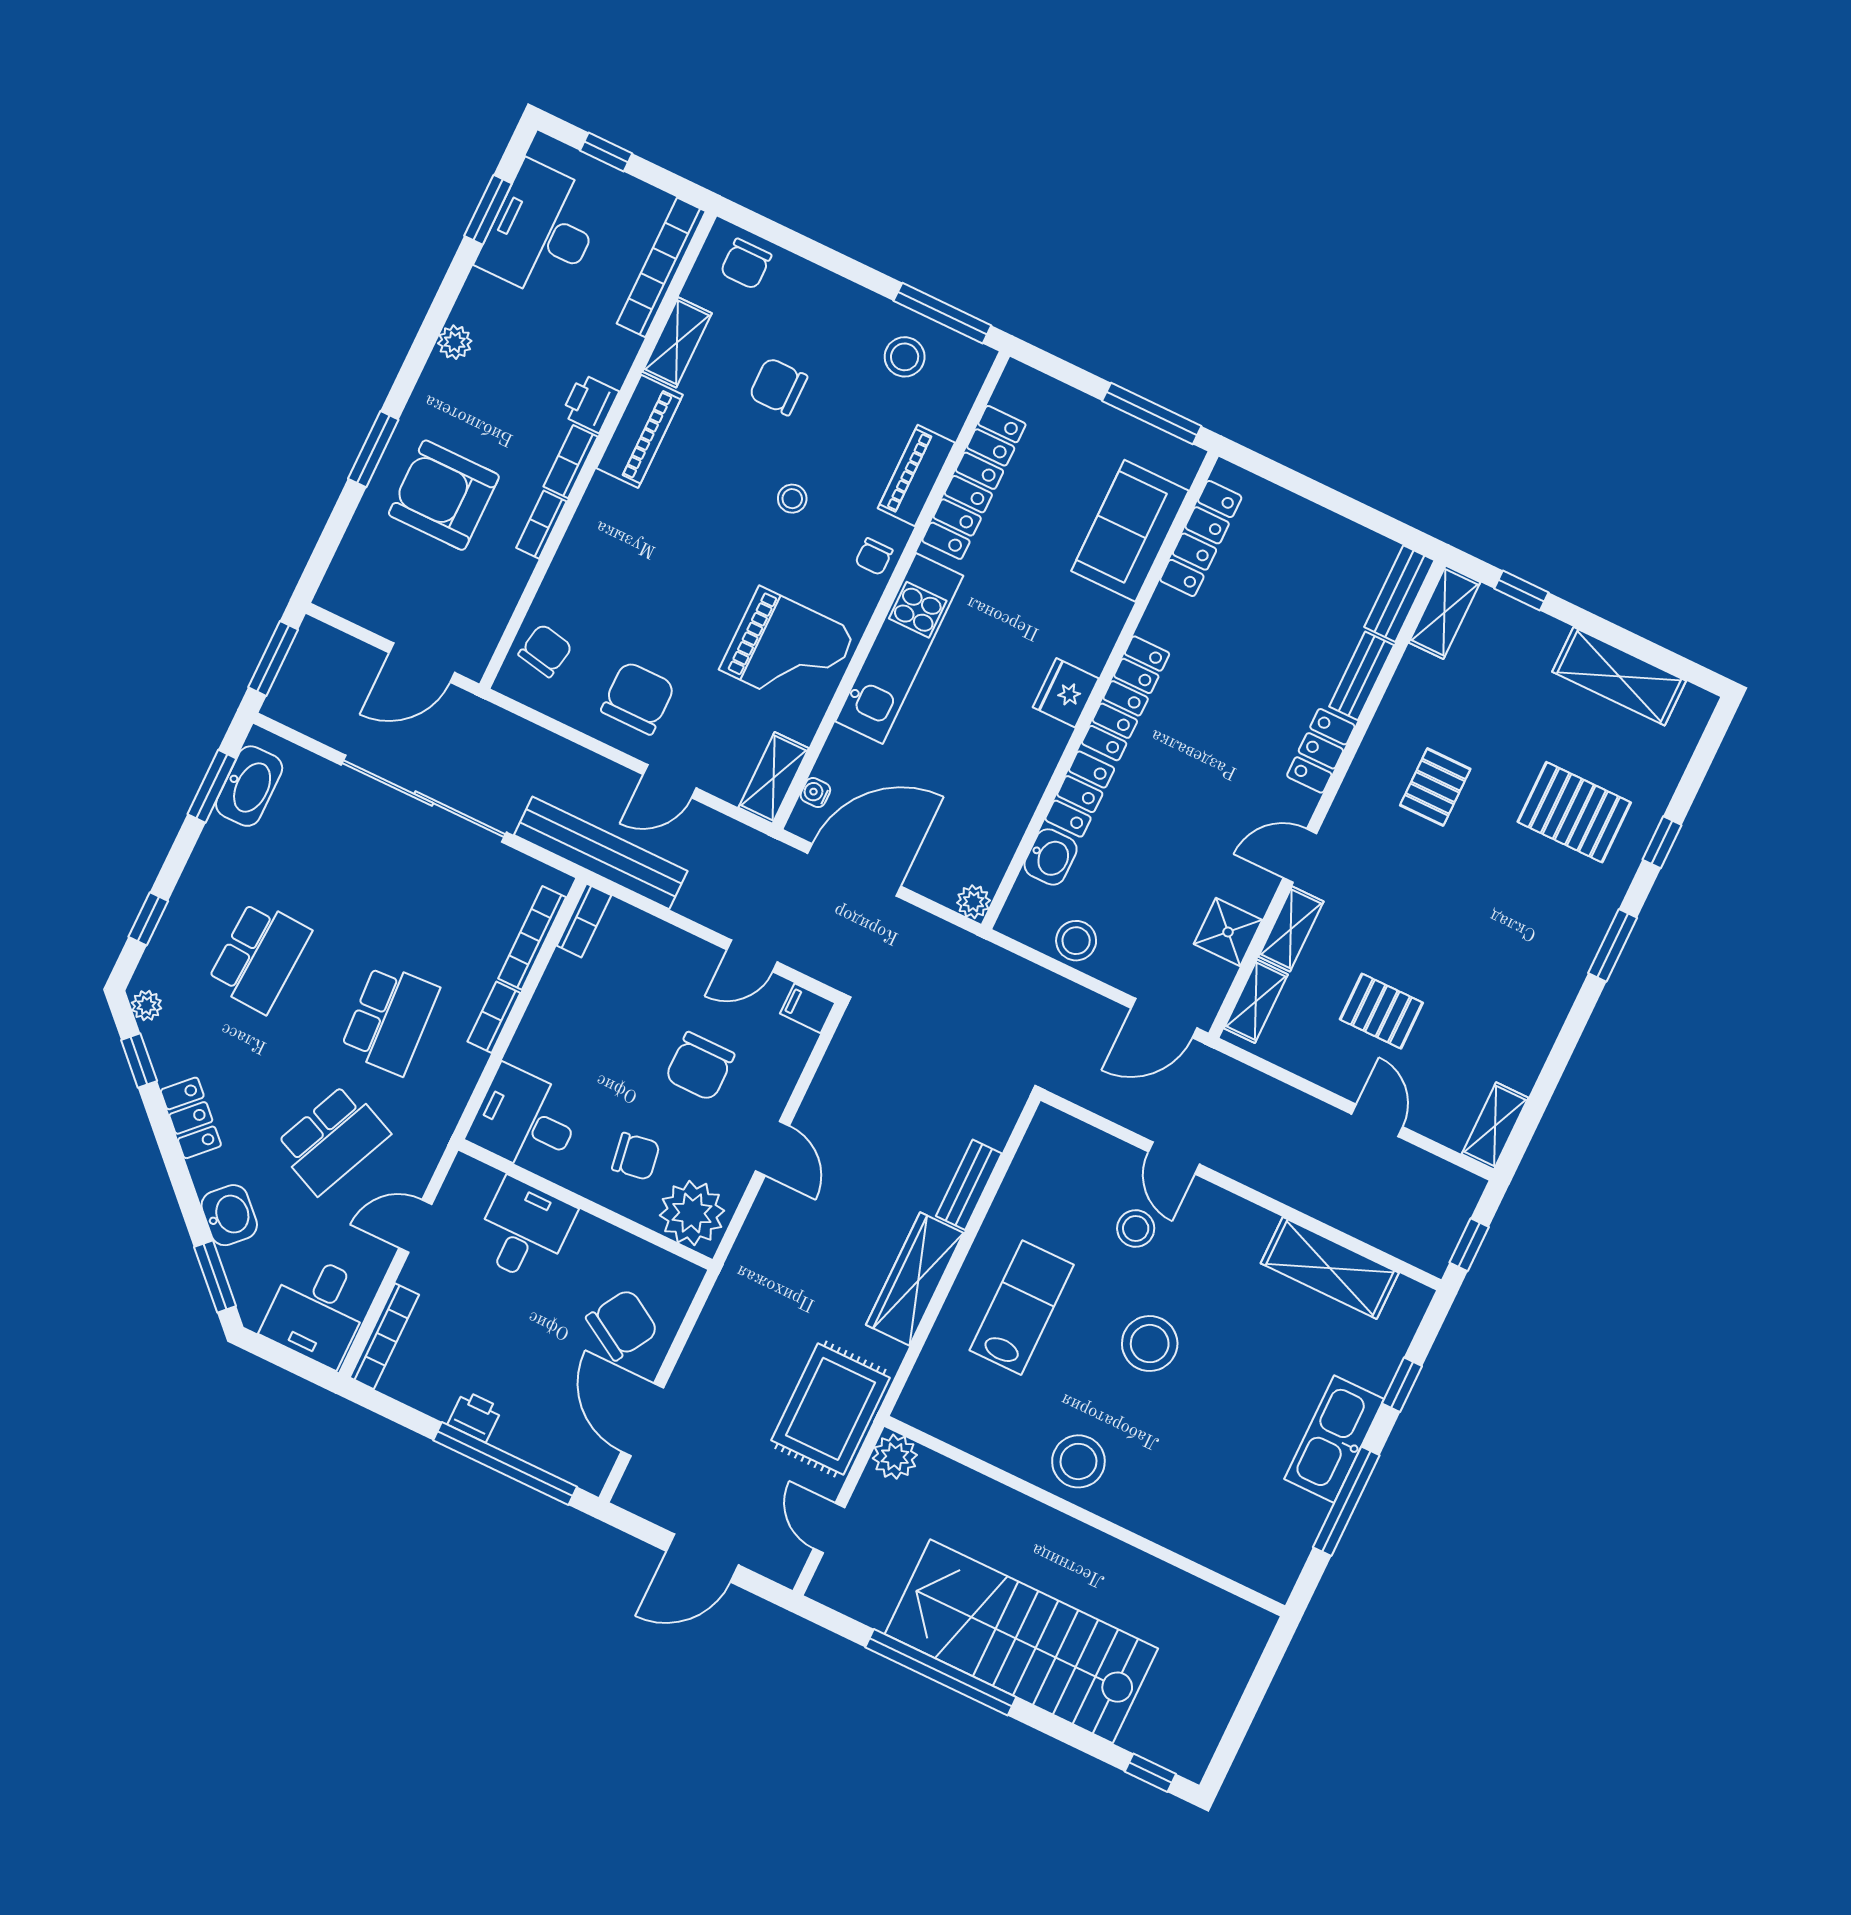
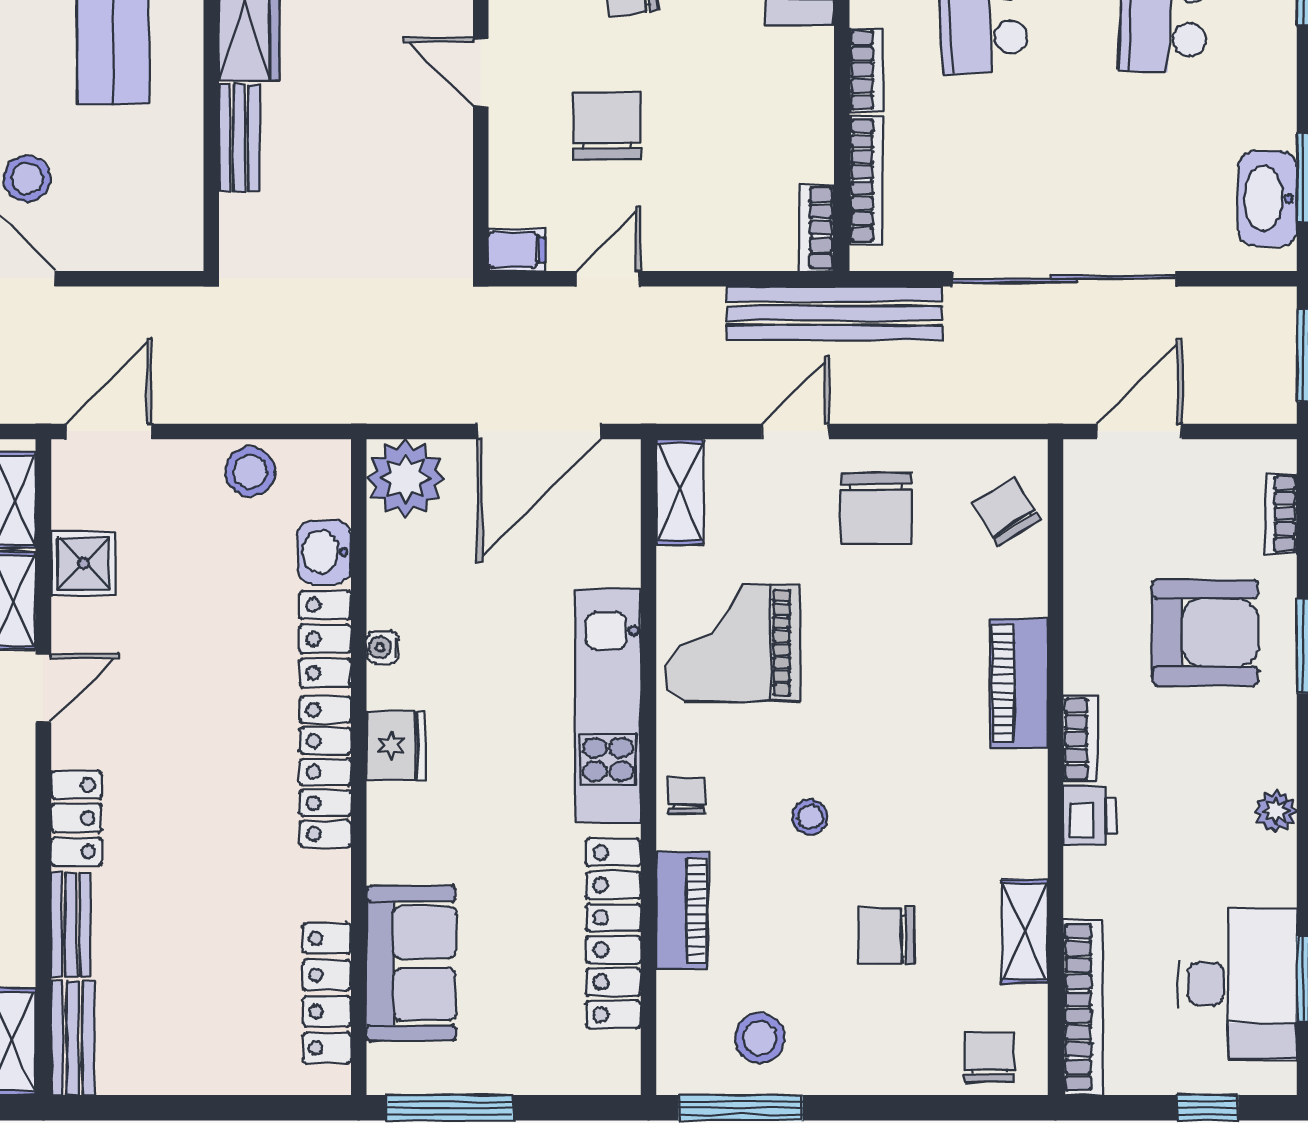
chair: (778, 386) -> (886, 936), turned 180
piano: (640, 431) -> (1019, 683), moved
bookcase: (541, 525) -> (1281, 514), moved, turned 180
chair: (545, 651) -> (1006, 512), turned 136
water cooler: (815, 793) -> (383, 647), moved, turned 180
plant: (973, 902) -> (405, 478), width x1.87, depth x1.87

